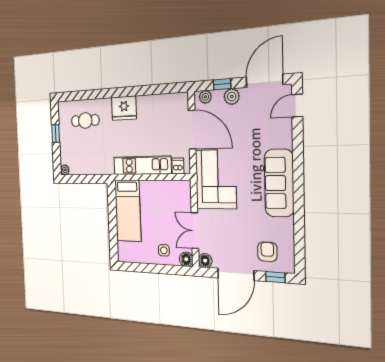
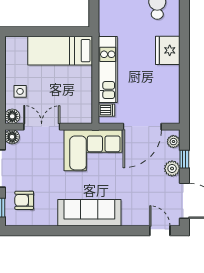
armchair: (267, 252) -> (24, 200), turned 180

